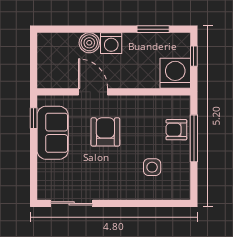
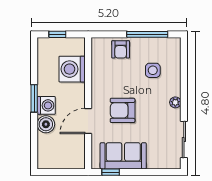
window: (153, 29) -> (34, 98), moved
washing machine: (175, 73) -> (72, 69), moved
window: (194, 138) -> (147, 34), moved
plant: (115, 193) -> (175, 102), added

